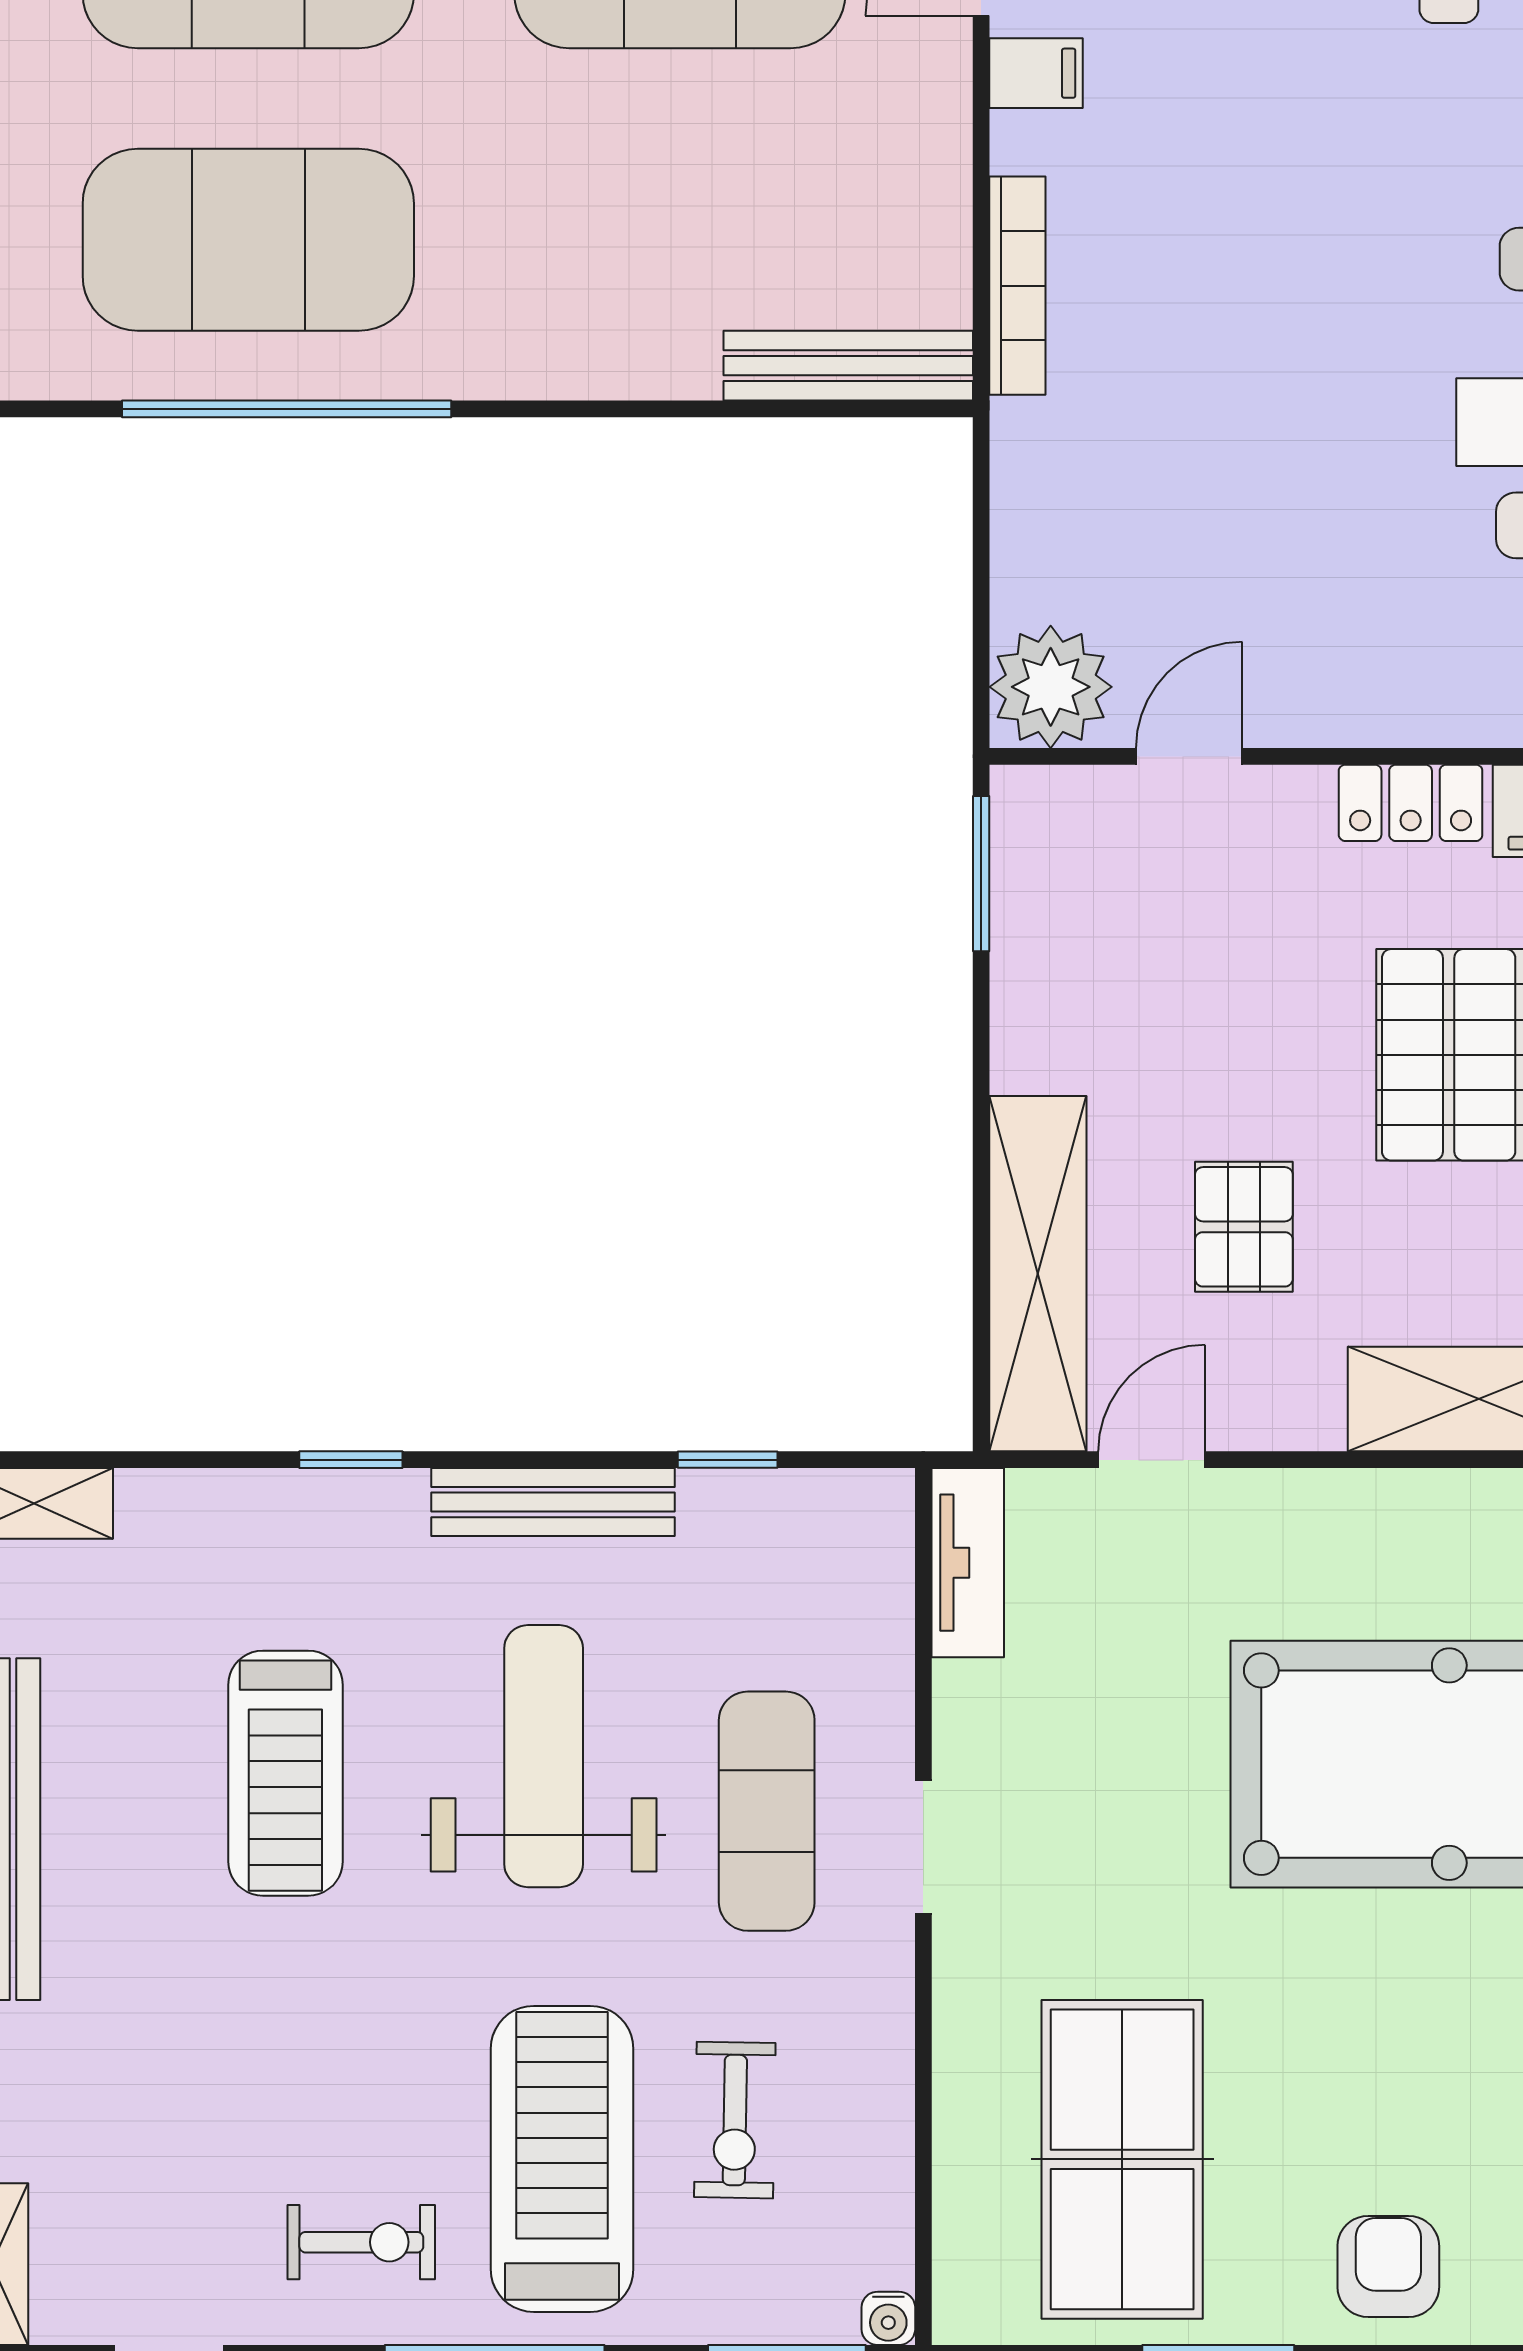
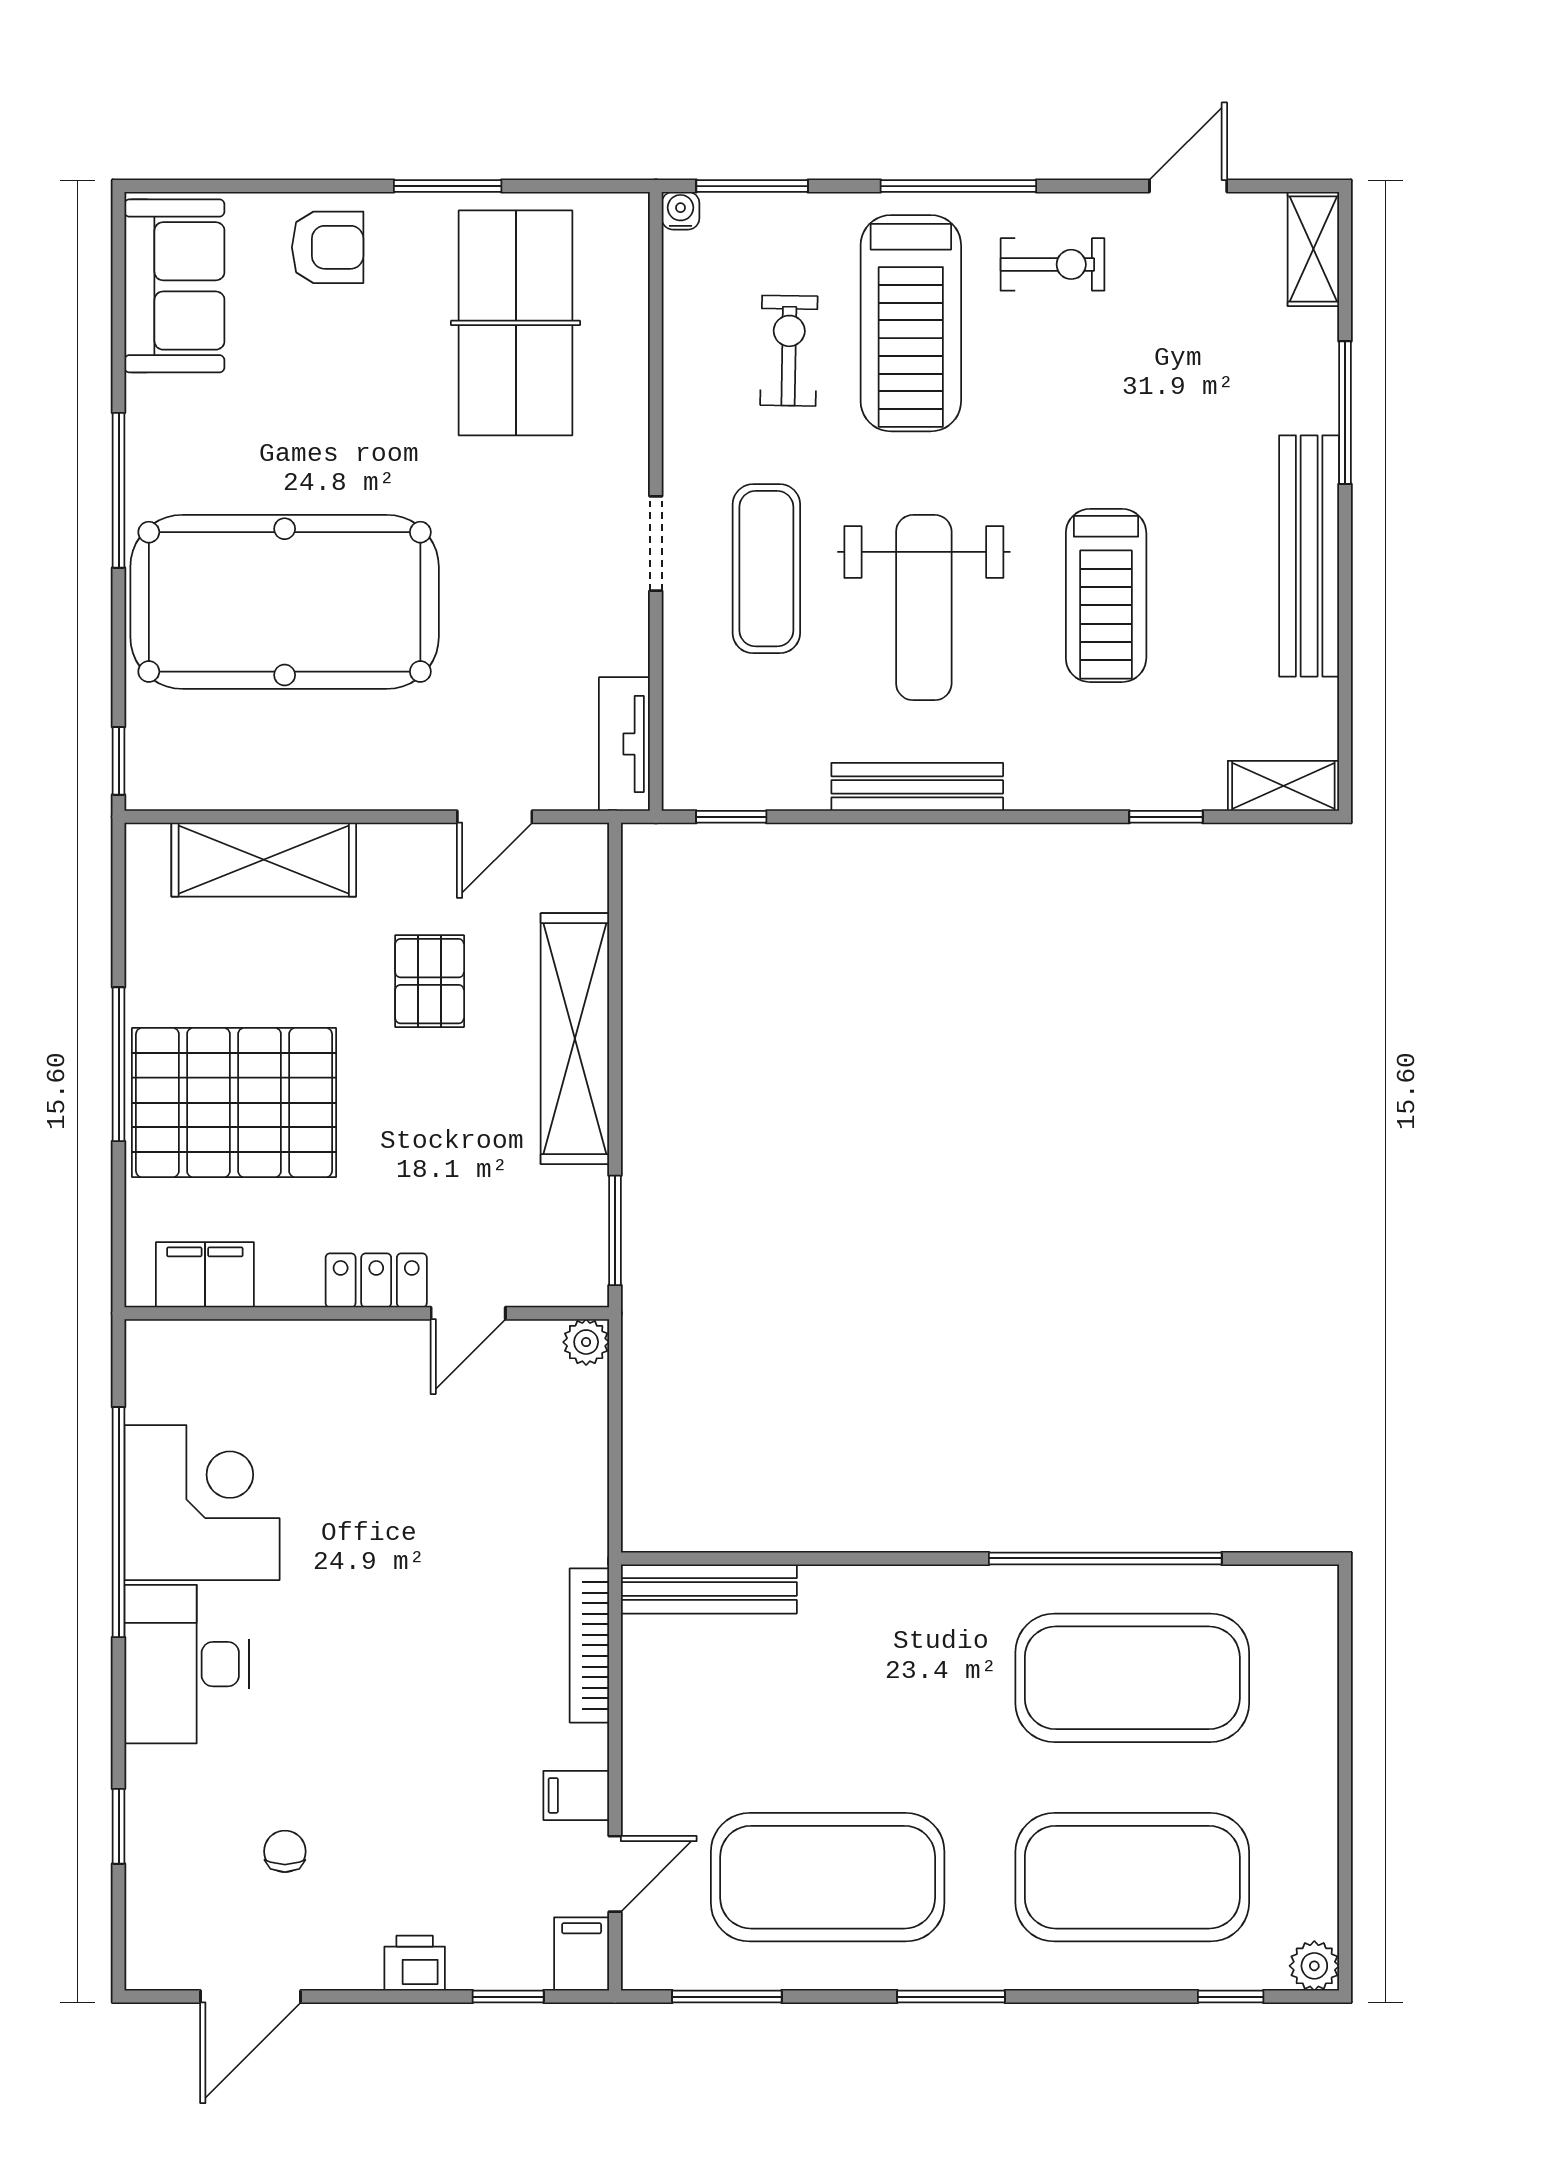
plant: (1051, 687) -> (586, 1342), width x0.53, depth x0.53
locker: (1411, 803) -> (376, 1280), moved
shelving: (1038, 1274) -> (575, 1039), moved
window: (351, 1460) -> (1166, 817), moved
window: (728, 1460) -> (731, 817), moved
treadmill: (285, 1773) -> (1106, 595), turned 180
exercise bike: (361, 2242) -> (1052, 264), turned 180
armchair: (1388, 2266) -> (328, 247), turned -90

